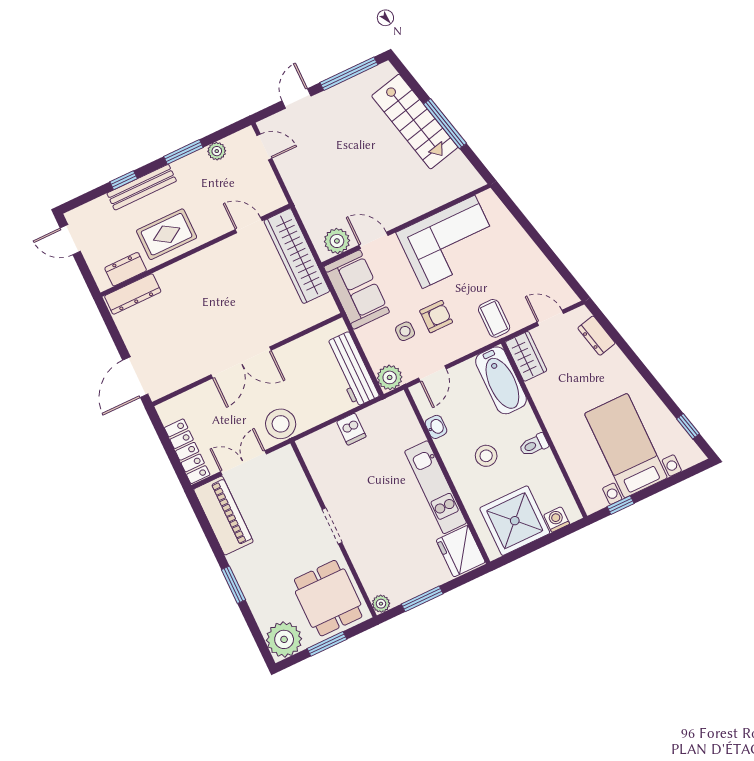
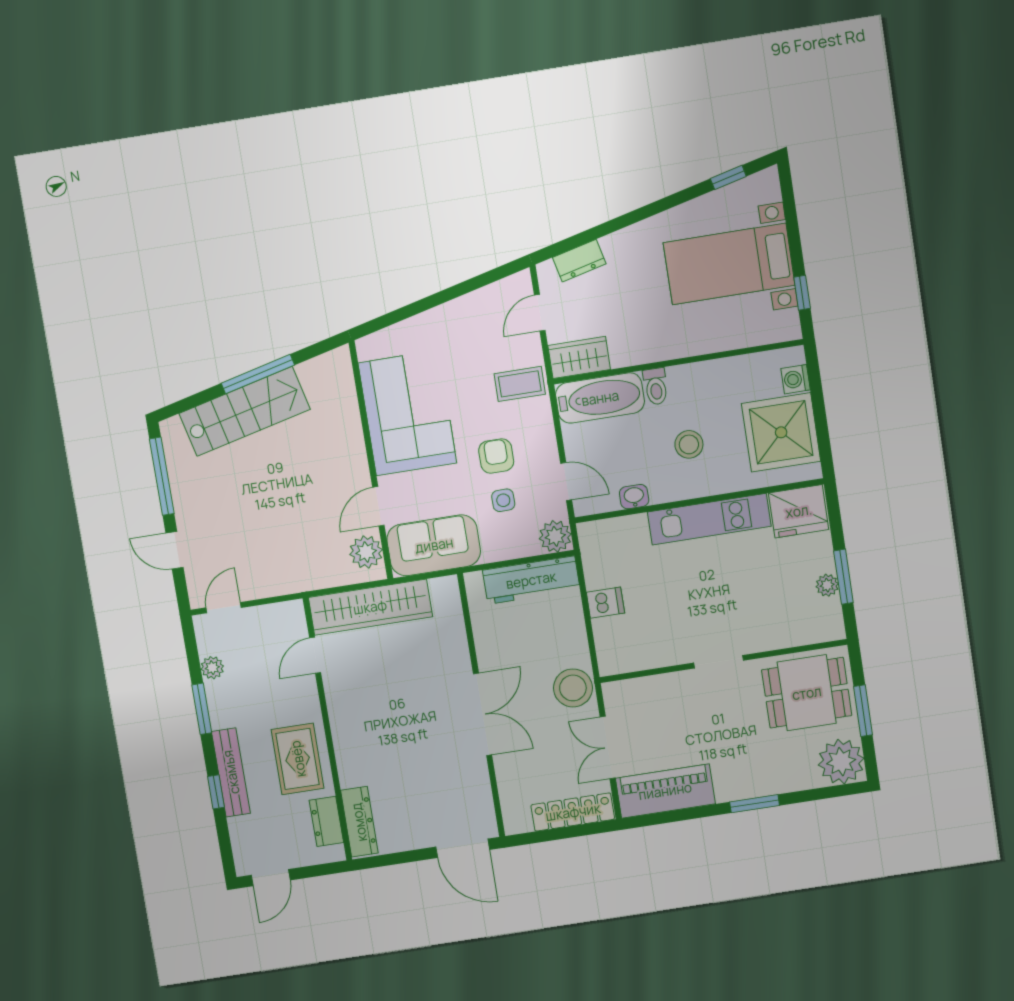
toilet: (534, 445) -> (656, 386), moved
plant: (381, 604) -> (827, 585), moved

